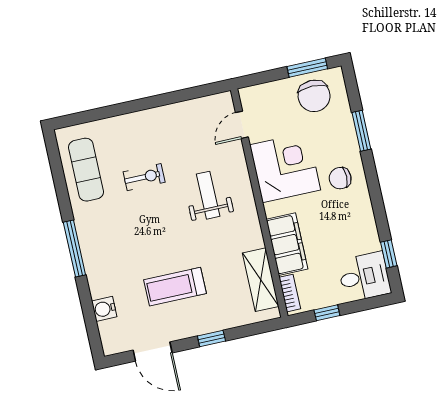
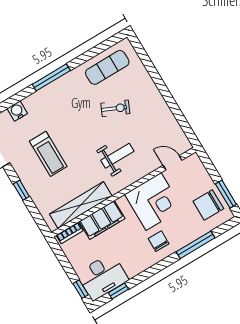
window: (361, 131) -> (195, 245), width x1.44
exercise bike: (144, 177) -> (115, 108), turned -66
desk: (364, 277) -> (102, 277), width x1.37
shelving: (261, 280) -> (81, 205), width x1.47
treadmill: (175, 287) -> (48, 154), turned 180
window: (327, 313) -> (81, 289), moved

